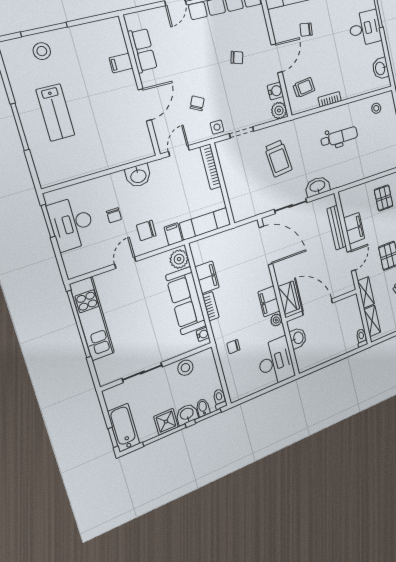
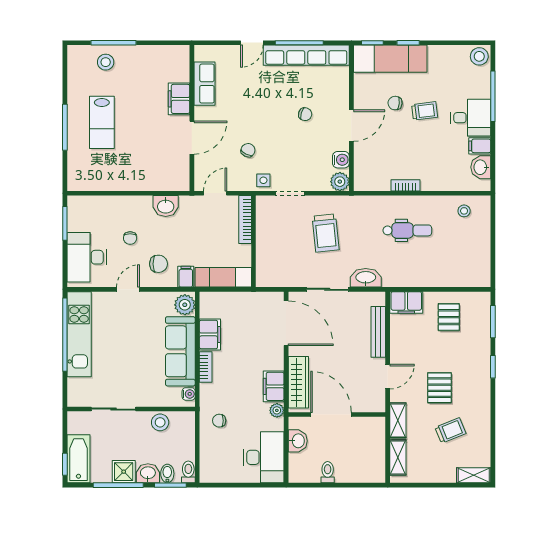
filing cabinet: (376, 51) -> (480, 146), added
filing cabinet: (121, 63) -> (179, 99), width x2.00
trolley: (304, 88) -> (425, 111), moved
desk: (72, 224) -> (87, 257), moved
filing cabinet: (354, 228) -> (406, 302), moved, turned 90
chair: (146, 230) -> (159, 264), turned 180
wardrobe: (289, 298) -> (298, 382), width x1.50
toilet: (362, 338) -> (328, 472), moved

